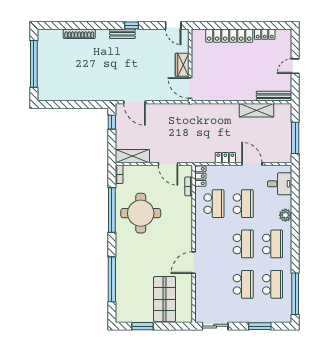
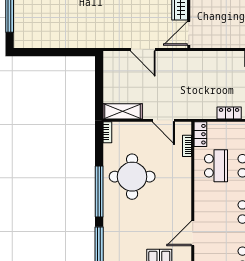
door: (190, 88) -> (189, 33), hinge flipped
door: (135, 102) -> (143, 50), moved
window: (112, 122) -> (99, 72), removed
window: (112, 210) -> (99, 191), moved

